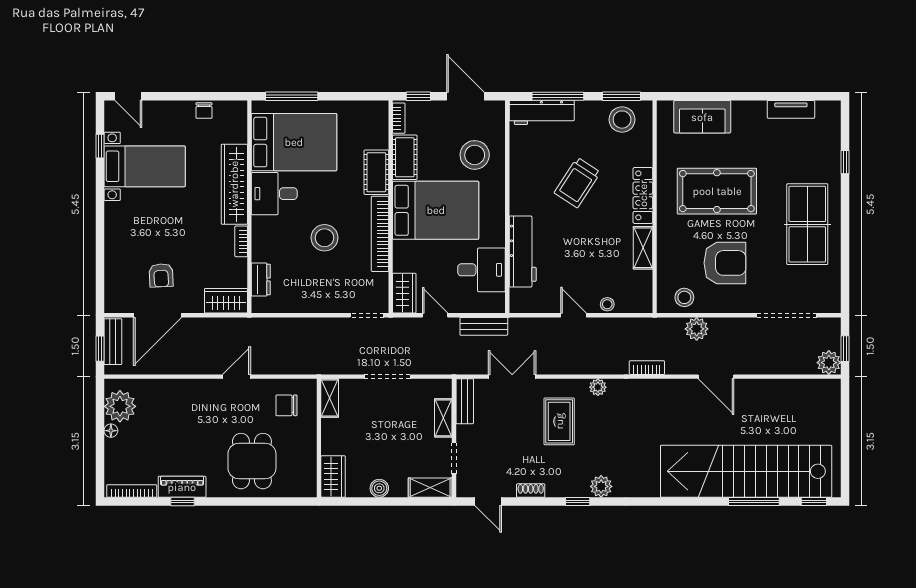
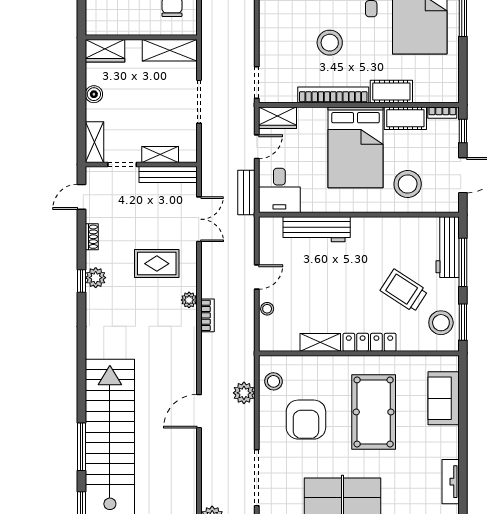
trolley: (577, 183) -> (404, 291), moved
desk: (482, 270) -> (279, 190), moved
bookcase: (647, 368) -> (207, 315), moved
shelving: (330, 398) -> (170, 50), width x1.50, depth x1.33
bench: (465, 401) -> (168, 175), width x1.36
plant: (601, 486) -> (96, 278), moved

